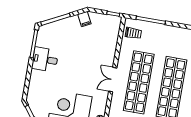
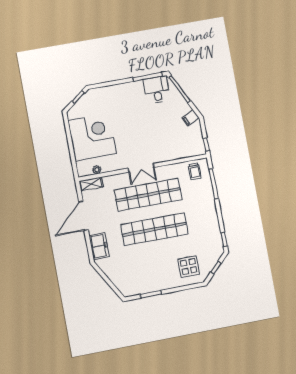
desk: (45, 60) -> (157, 90), moved
double door: (113, 80) -> (141, 168), swing flipped

